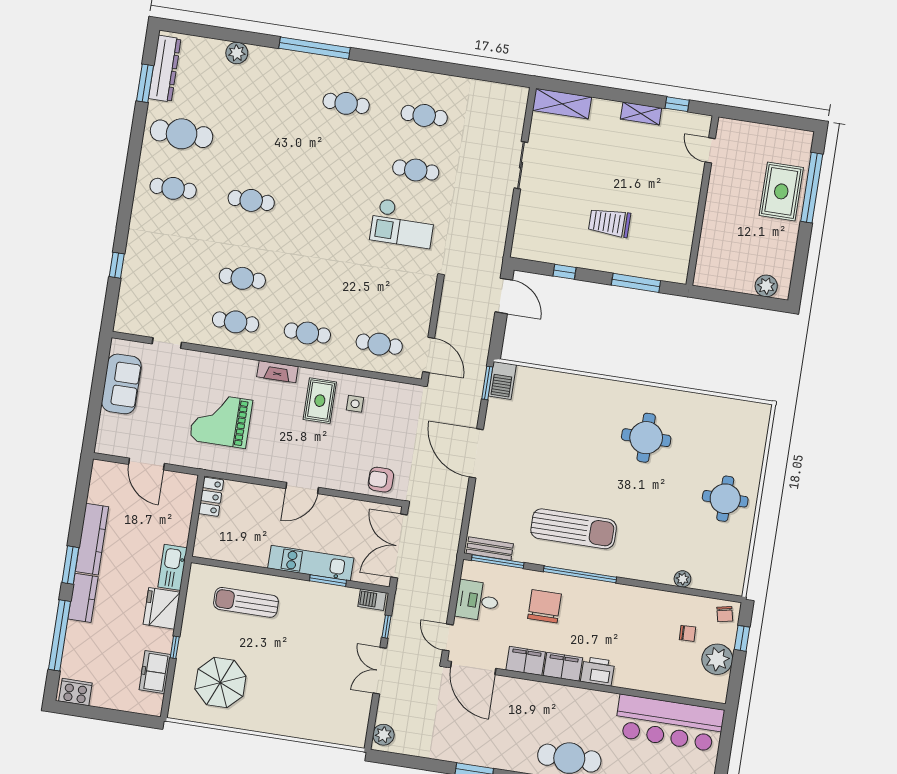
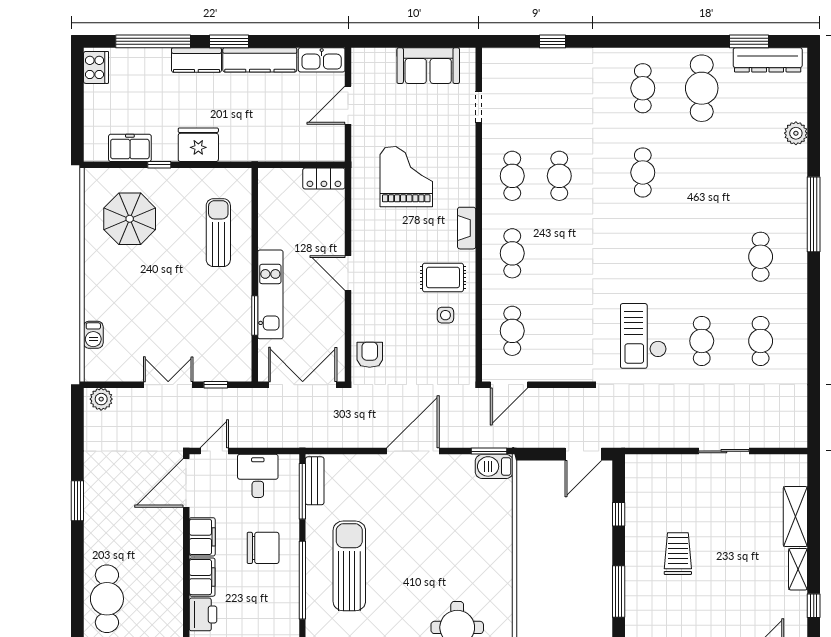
shelving: (562, 104) -> (795, 517), moved
sun lounger: (574, 529) -> (349, 566), turned 180
kitchen sink: (173, 567) -> (322, 60), moved, turned 180
barbecue: (372, 600) -> (93, 335), moved, turned 180

